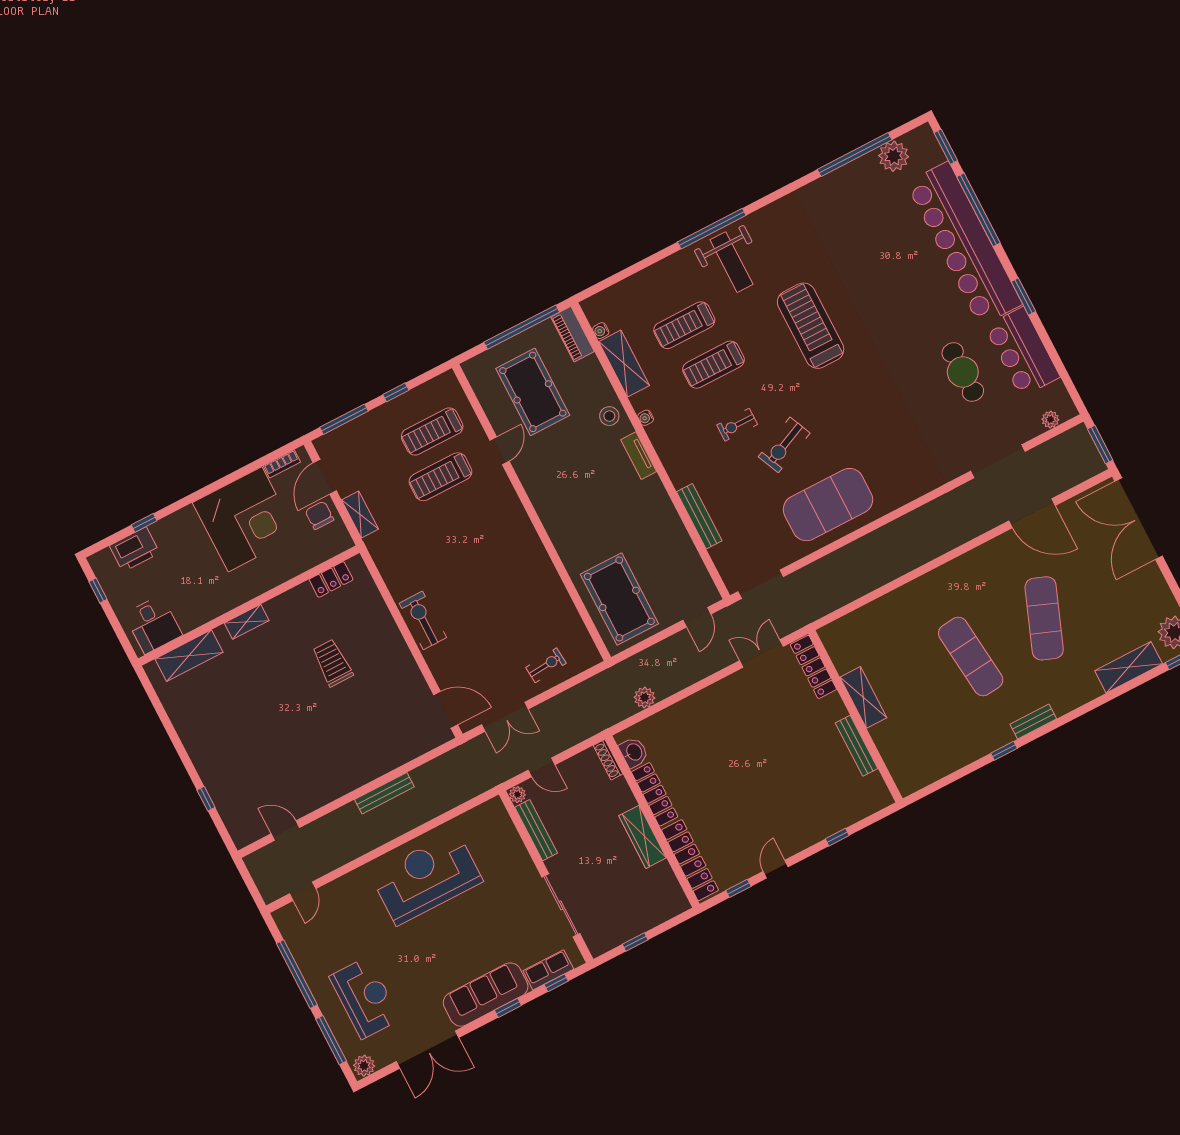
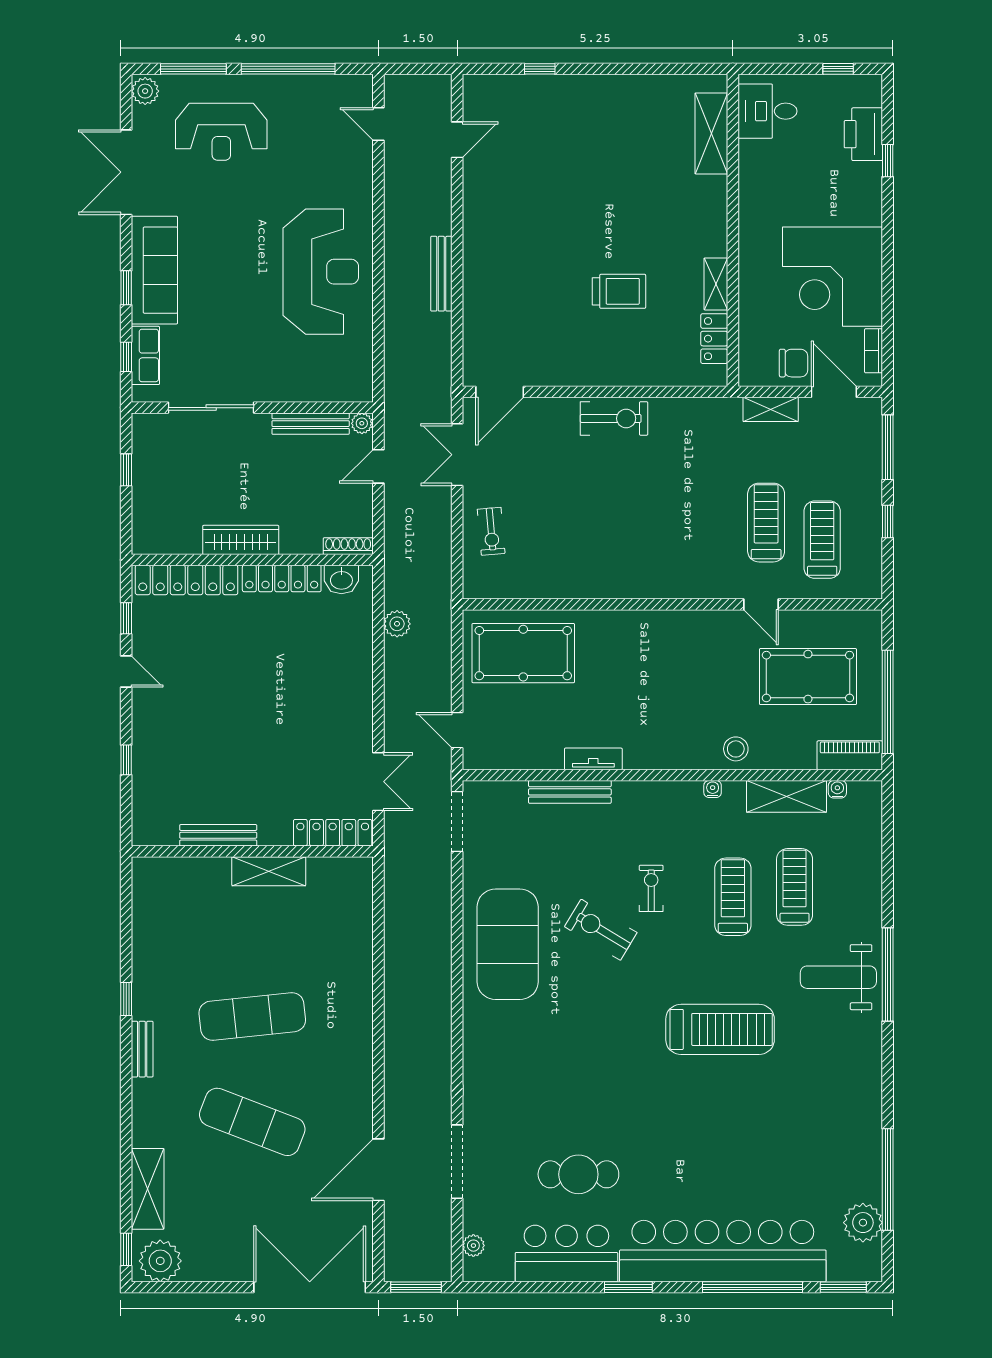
exercise bike: (784, 445) -> (601, 930), turned -35
tv unit: (639, 456) -> (593, 759), moved
shelving: (247, 622) -> (716, 284), moved

